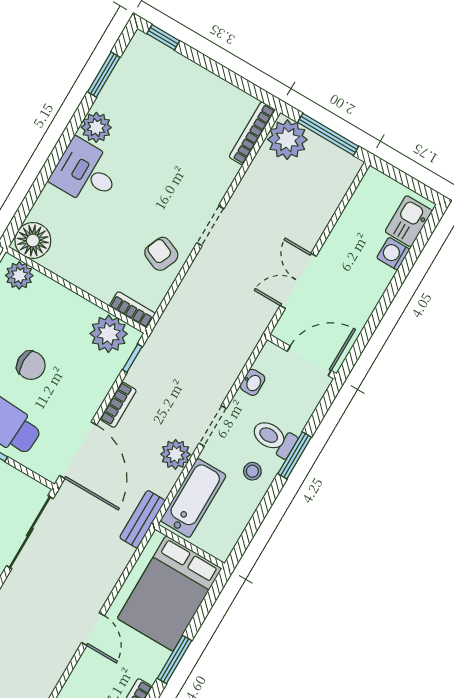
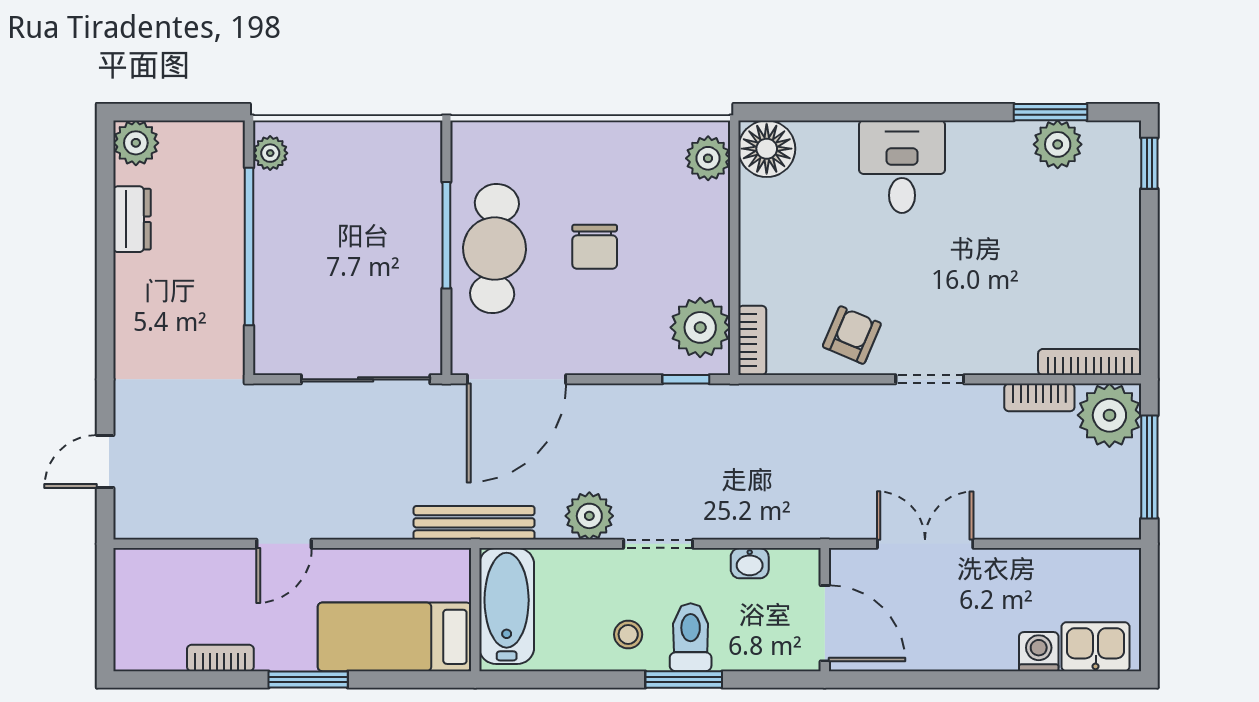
plant: (96, 127) -> (1058, 144), moved
bookcase: (118, 405) -> (1039, 397), moved
bathtub: (193, 498) -> (507, 606), moved, turned -90
bench: (142, 519) -> (474, 523), width x1.36
bed: (169, 593) -> (394, 637), width x0.67

